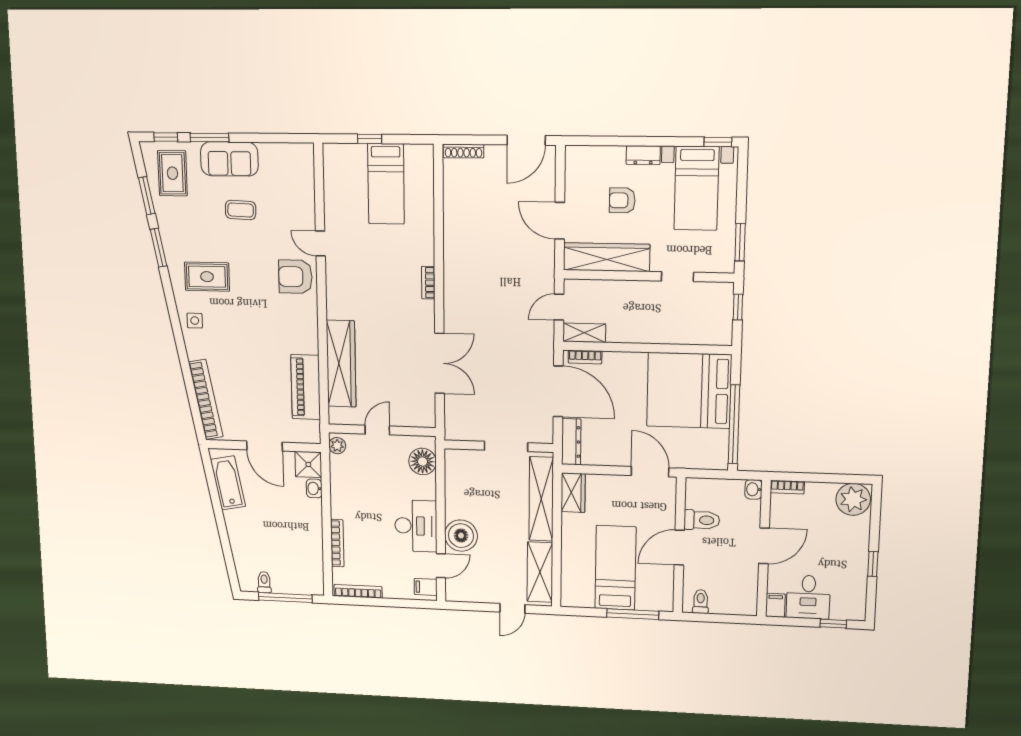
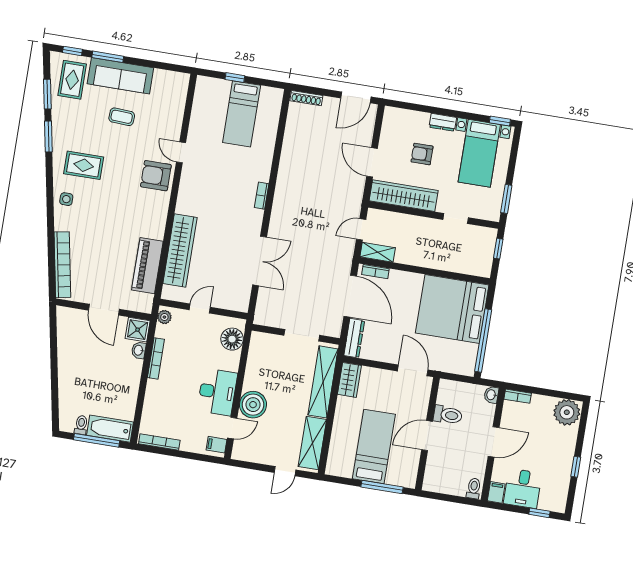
sofa: (229, 159) -> (120, 76), width x1.36
bathtub: (228, 483) -> (110, 429), moved, turned -79
bookcase: (337, 543) -> (156, 358), moved
toilet: (701, 601) -> (474, 488), moved

